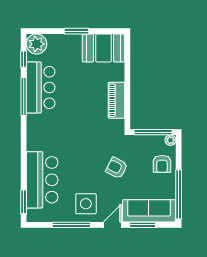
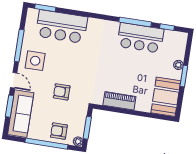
plant: (36, 44) -> (178, 65), moved, width x0.53, depth x0.53
window: (153, 132) -> (87, 128), width x0.69
armchair: (117, 168) -> (62, 92), turned -117
window: (179, 194) -> (46, 144), moved

